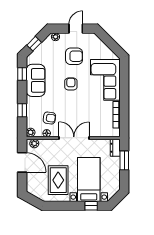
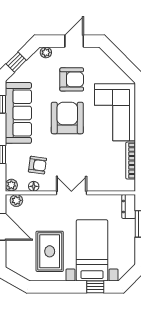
sofa: (36, 80) -> (18, 113), width x1.36
armchair: (71, 84) -> (67, 118), width x1.88, depth x1.88
double door: (74, 138) -> (71, 193), width x0.73

